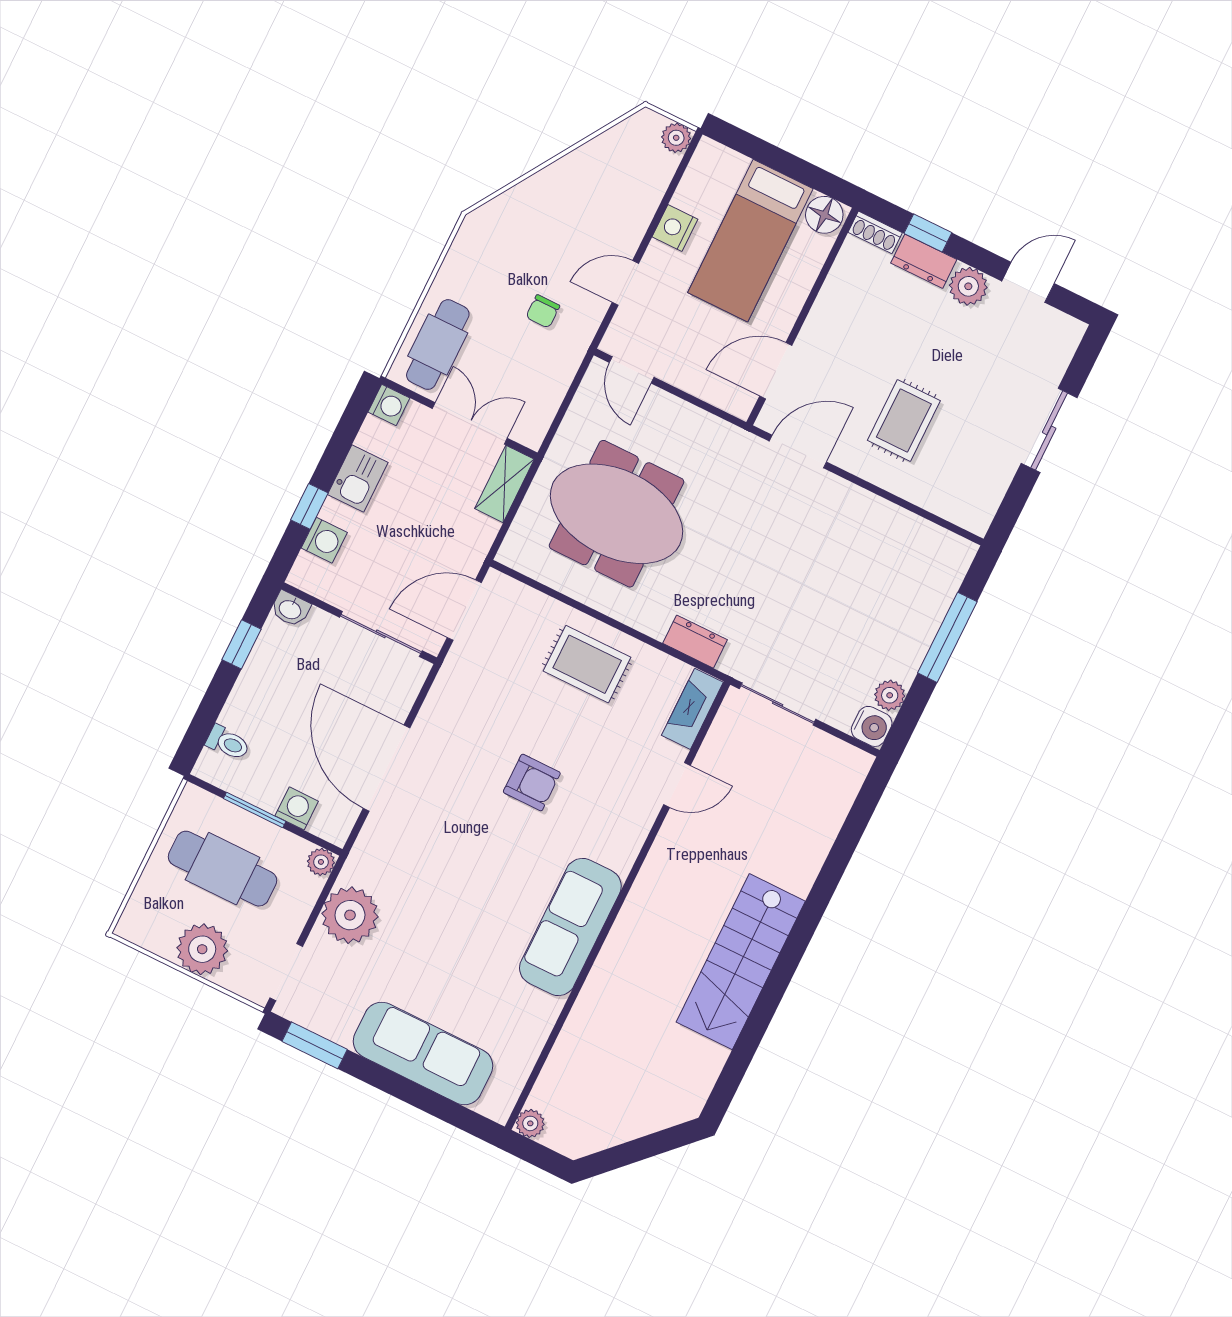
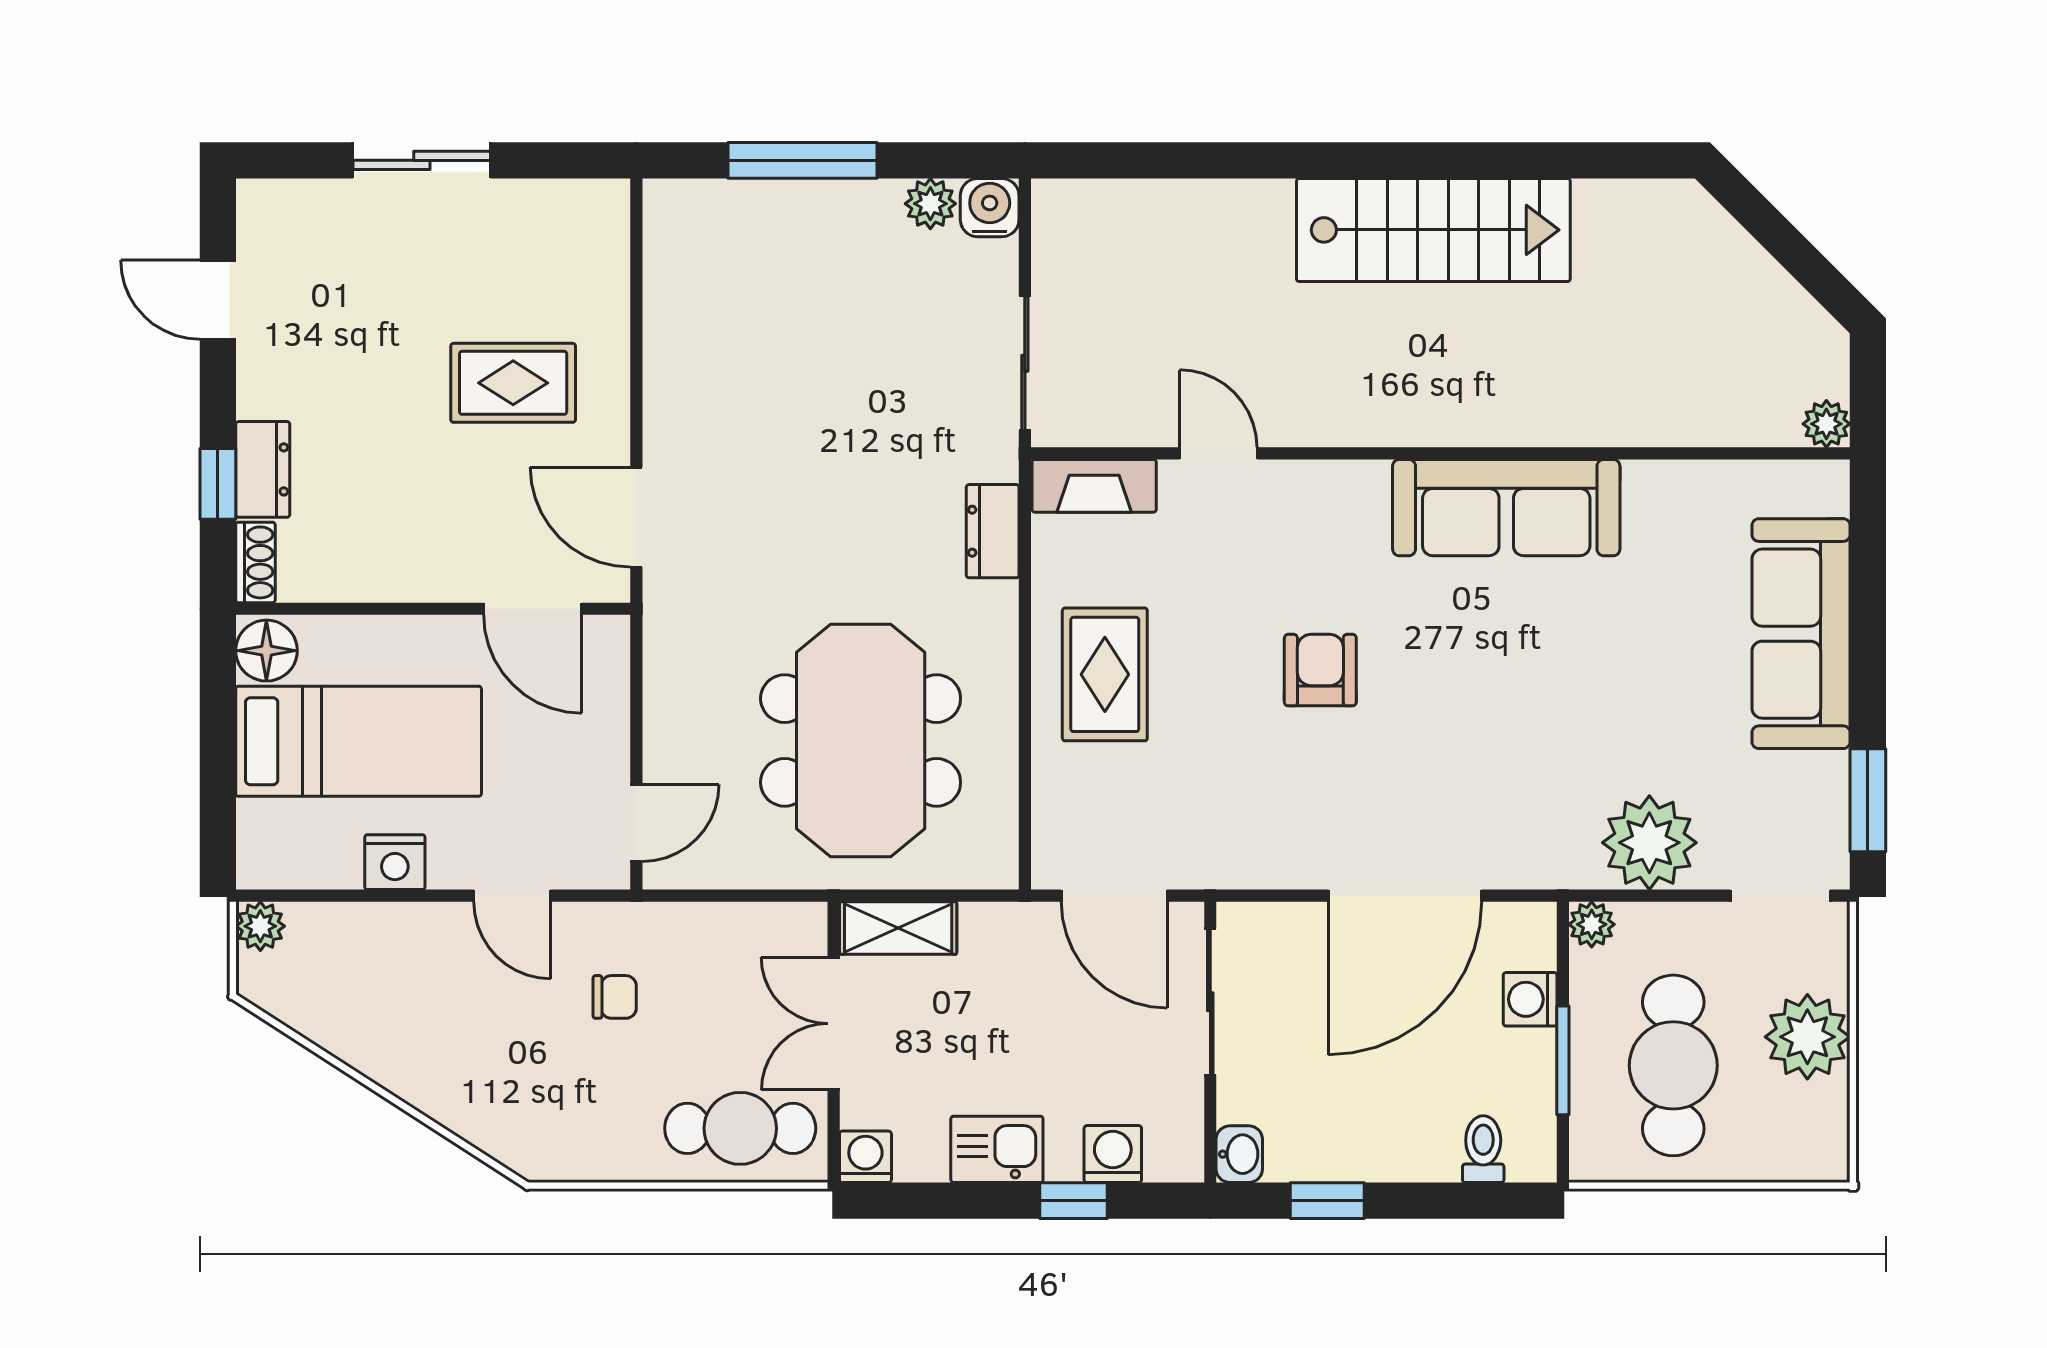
plant: (968, 286) -> (267, 385), removed

